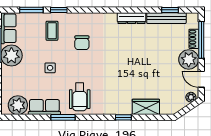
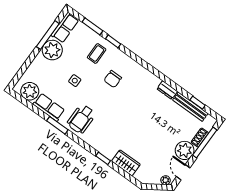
dresser: (132, 18) -> (167, 90), width x0.70

